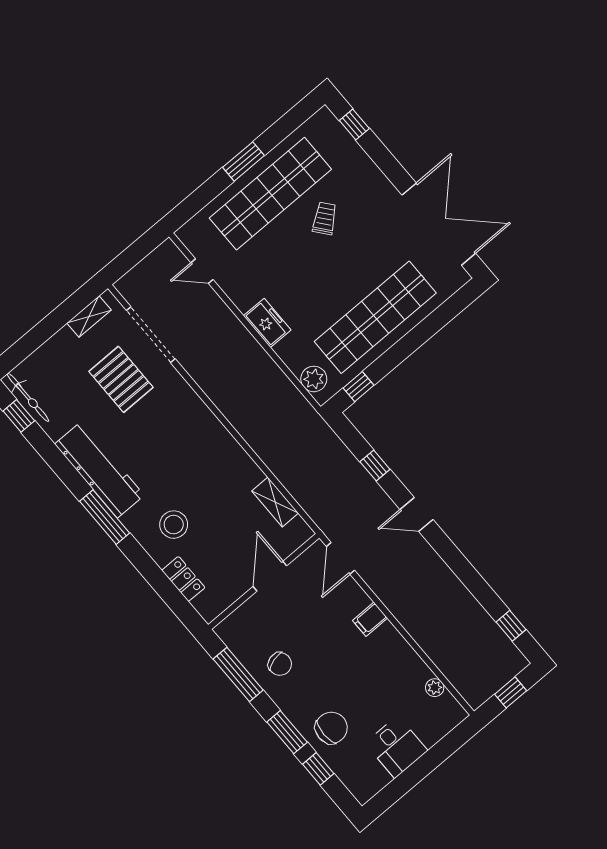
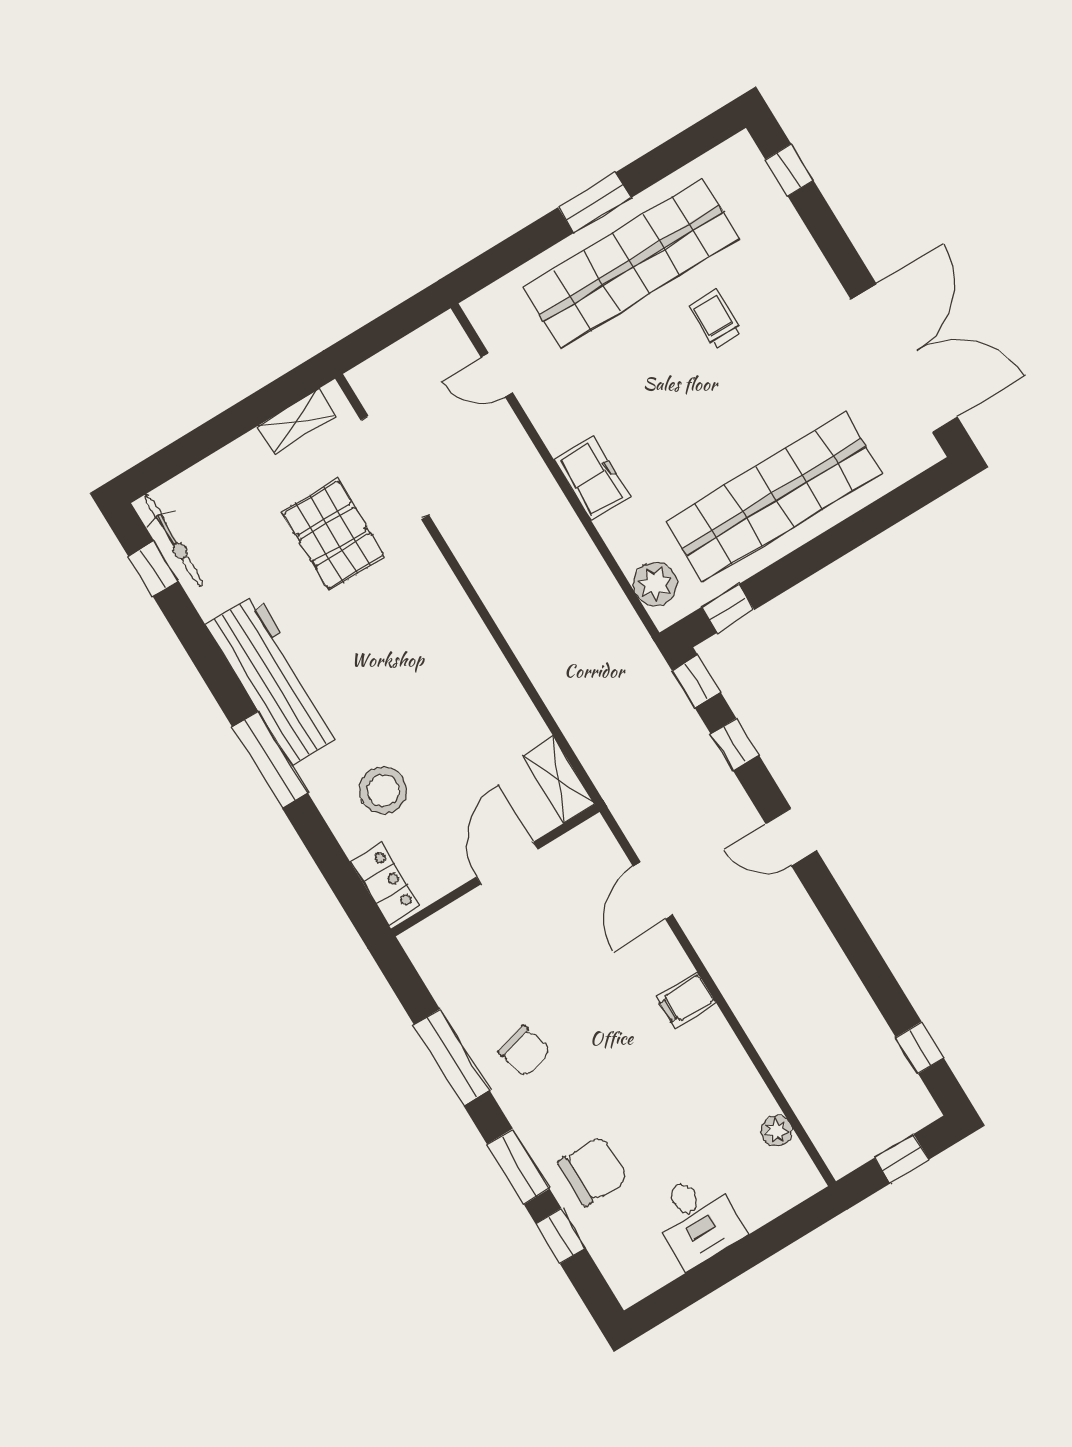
trolley: (325, 218) -> (715, 319), turned -51
window: (347, 432) -> (696, 681), added
door: (270, 576) -> (507, 863), moved
wall: (264, 581) -> (495, 870), moved

